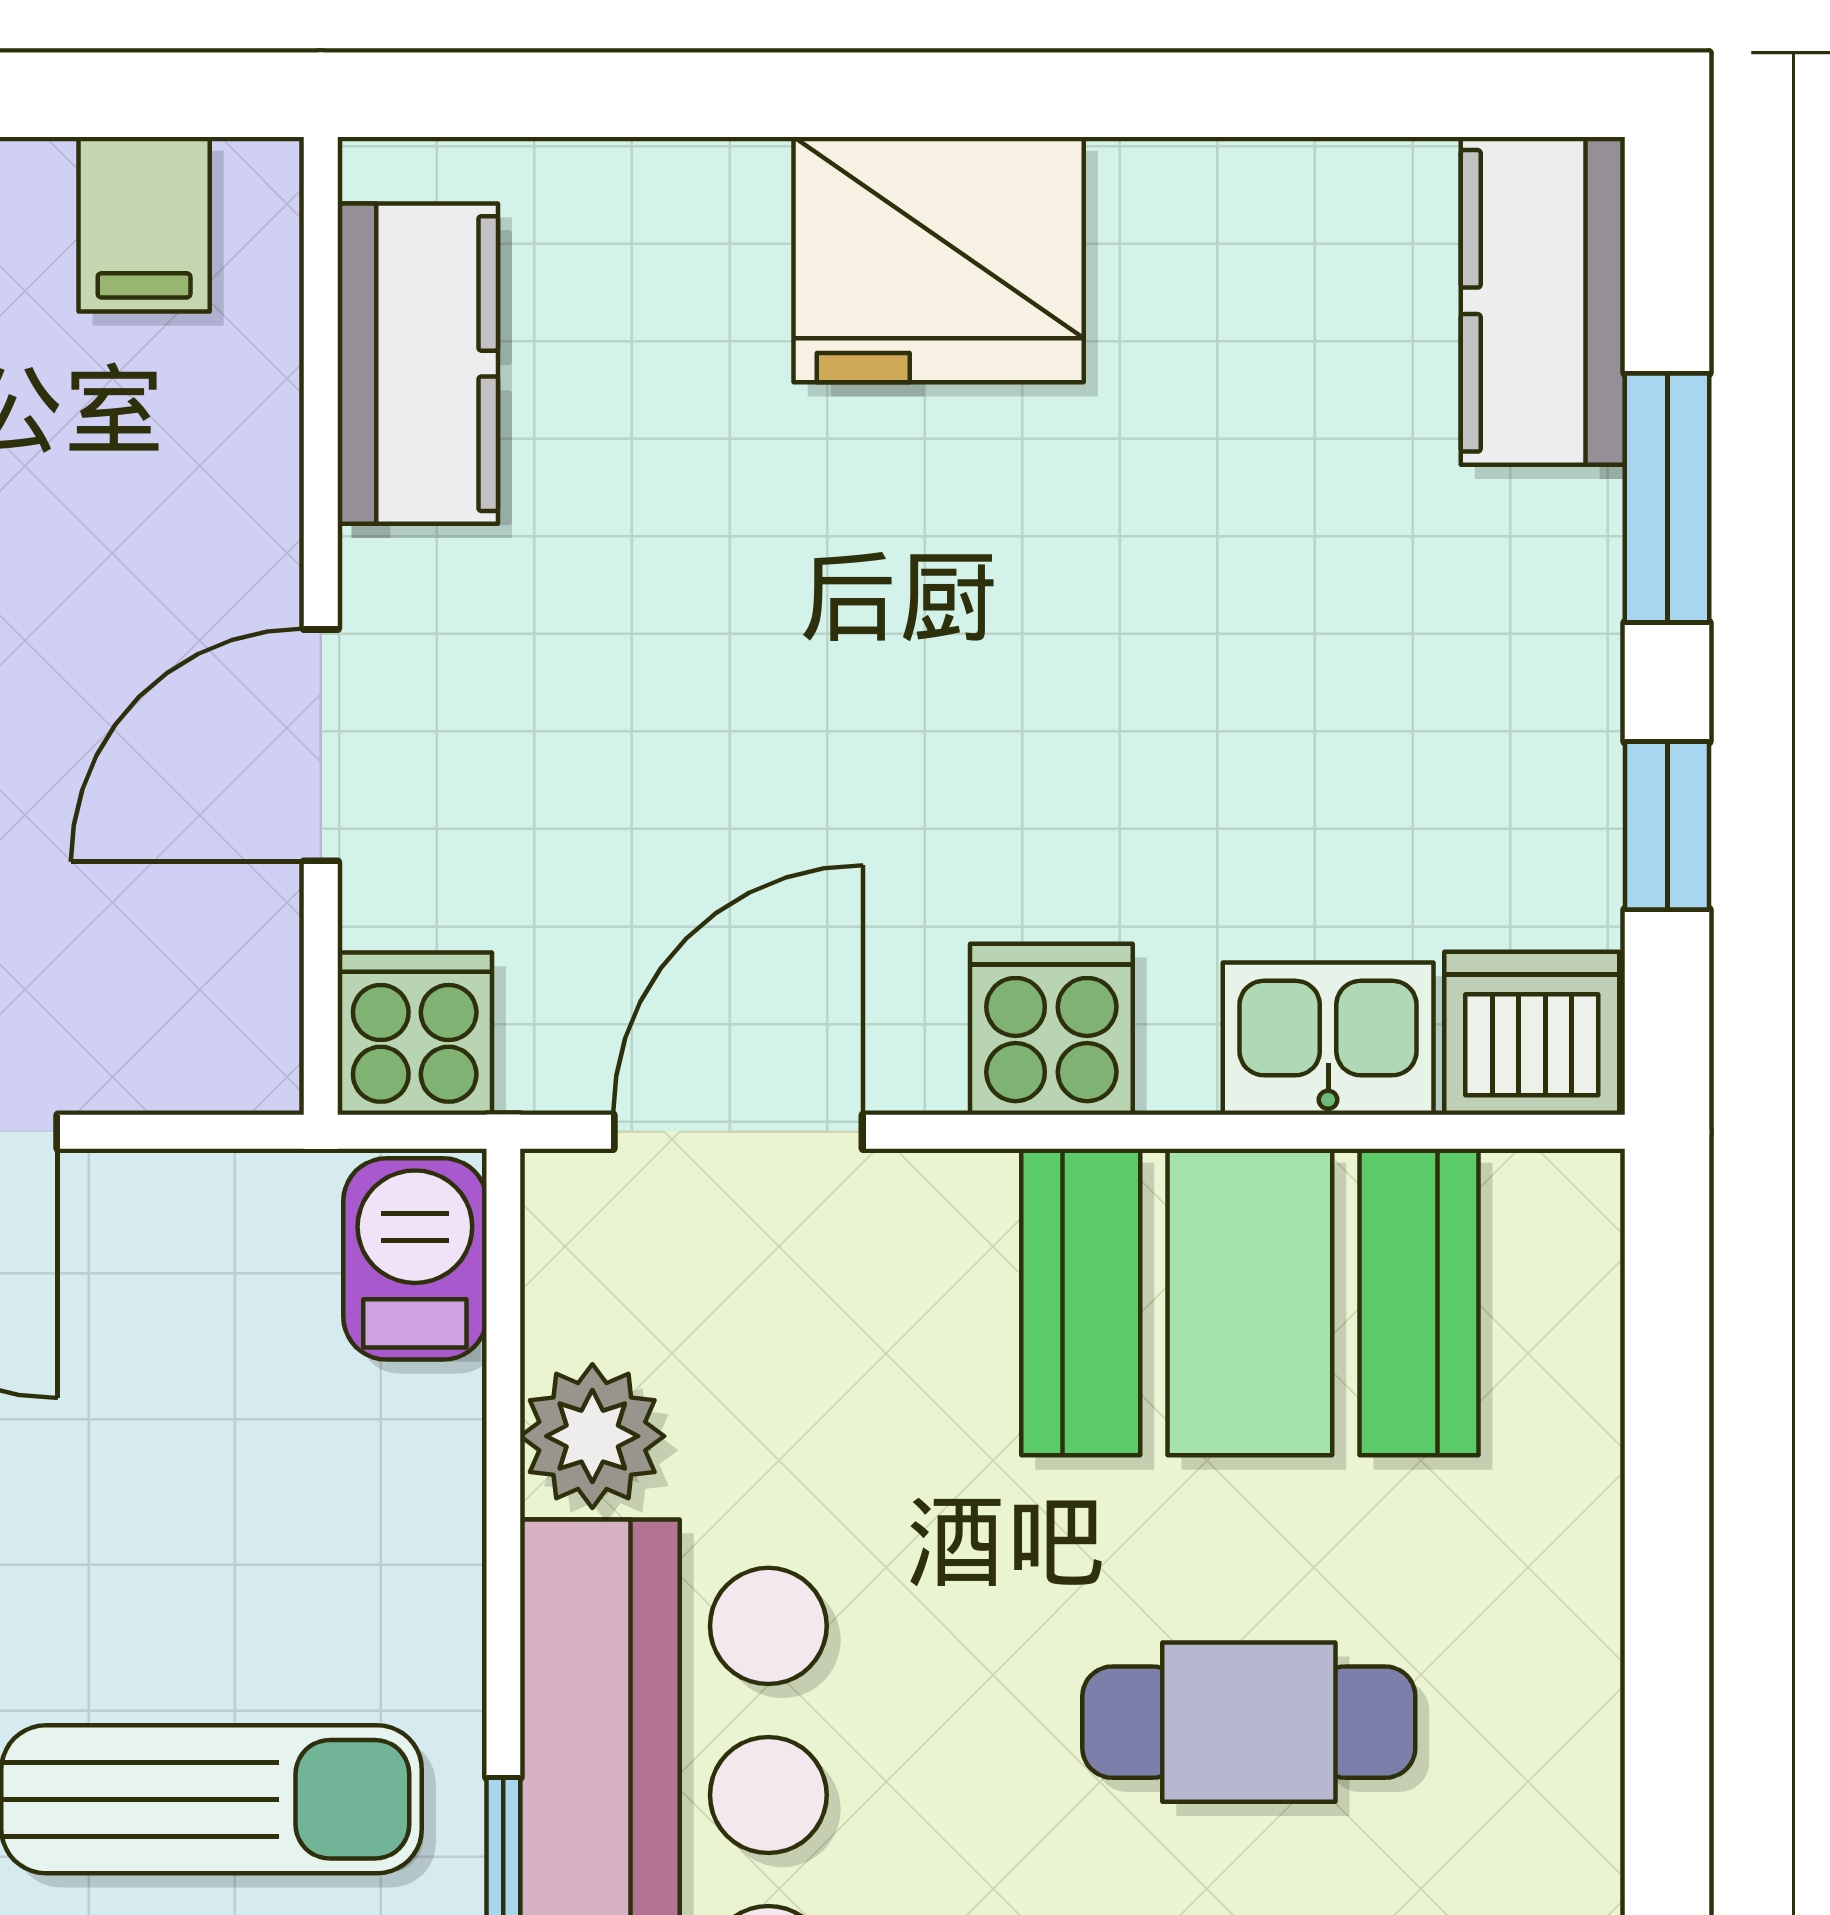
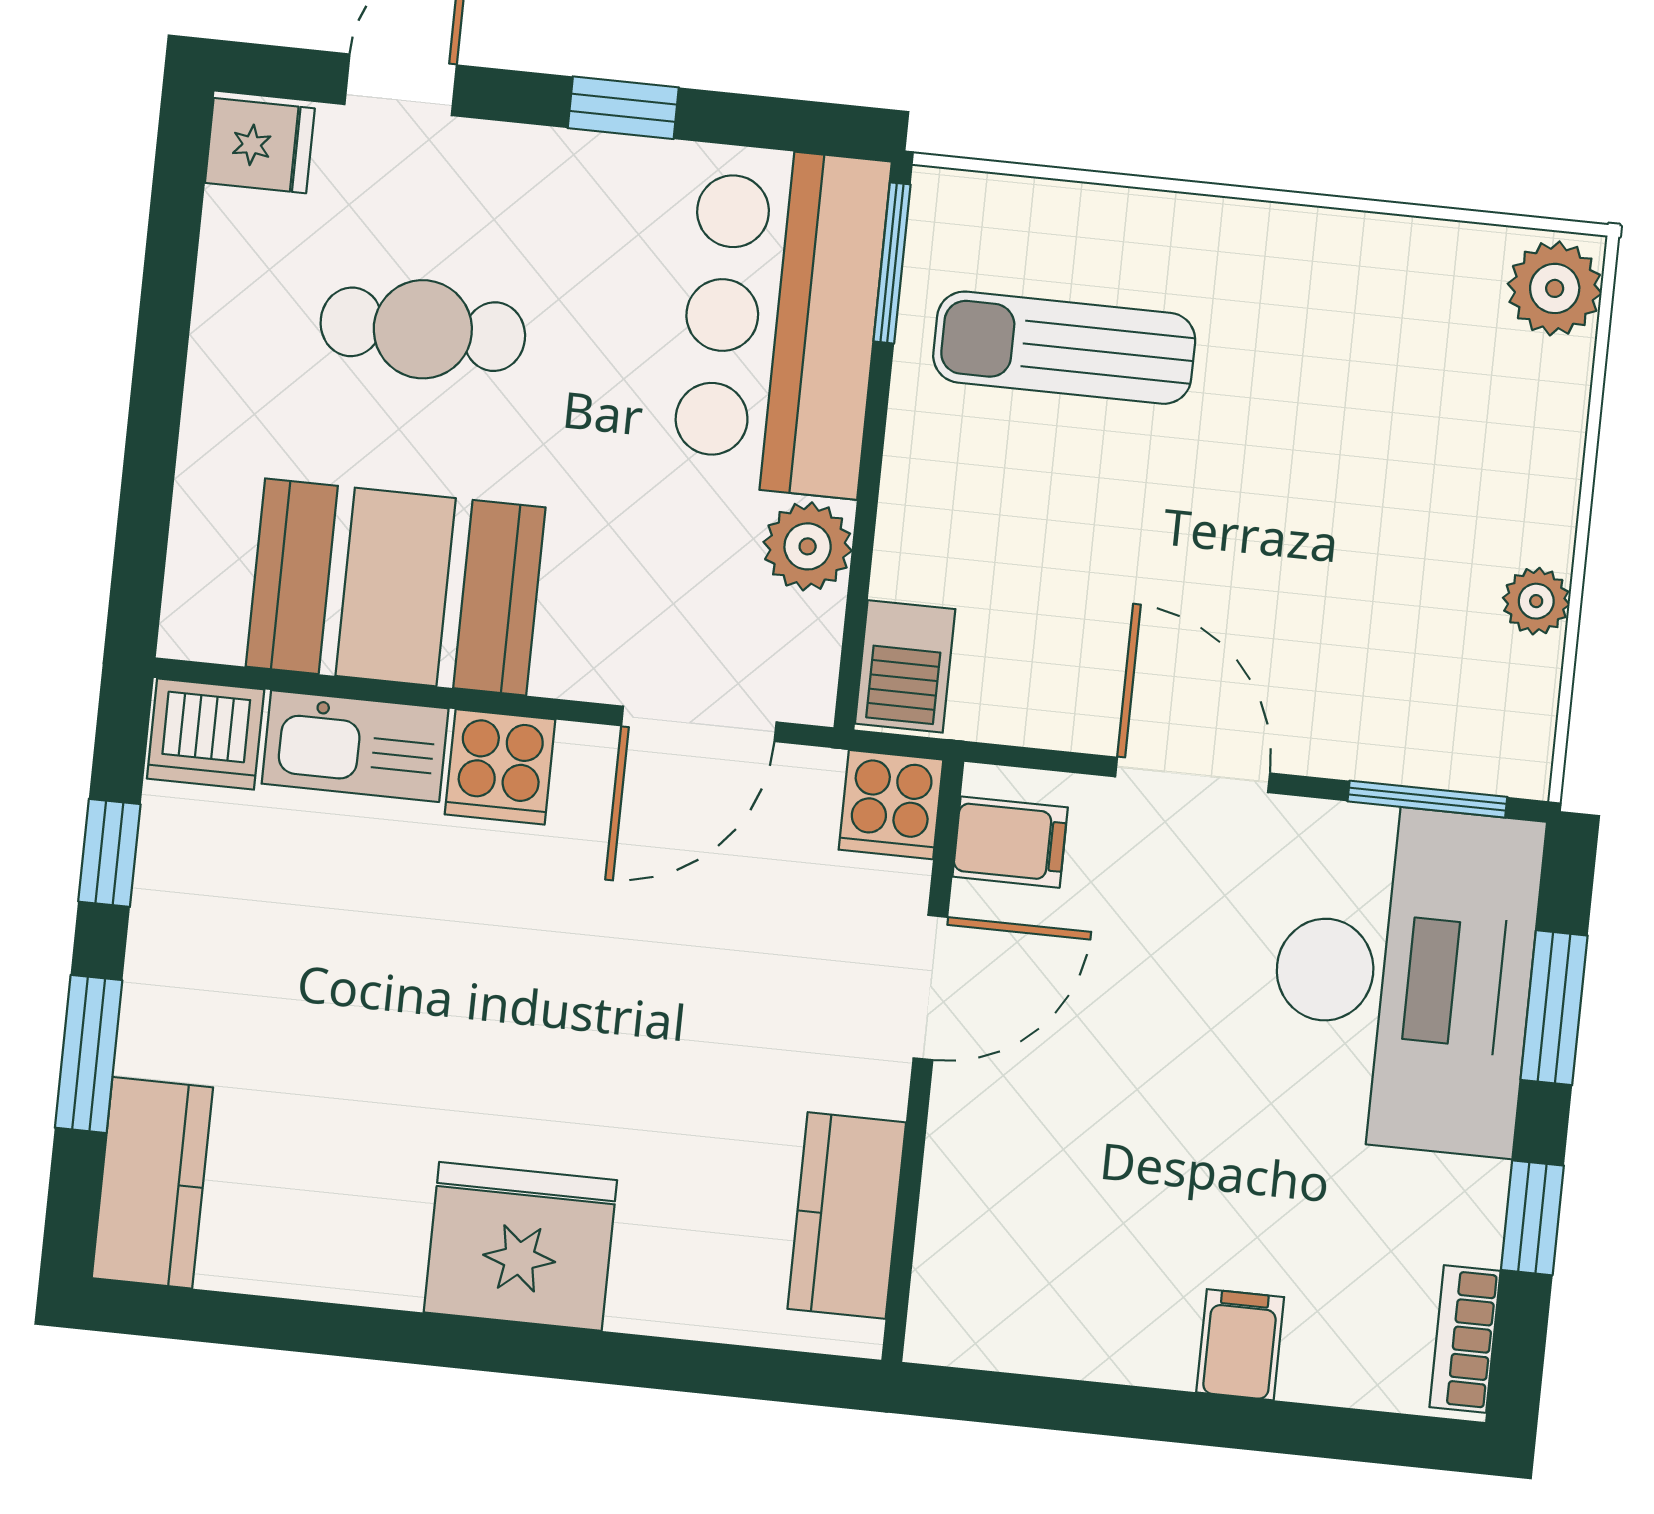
filing cabinet: (144, 224) -> (1010, 842), moved, turned 90
kitchen sink: (1328, 1039) -> (355, 746), width x1.38

